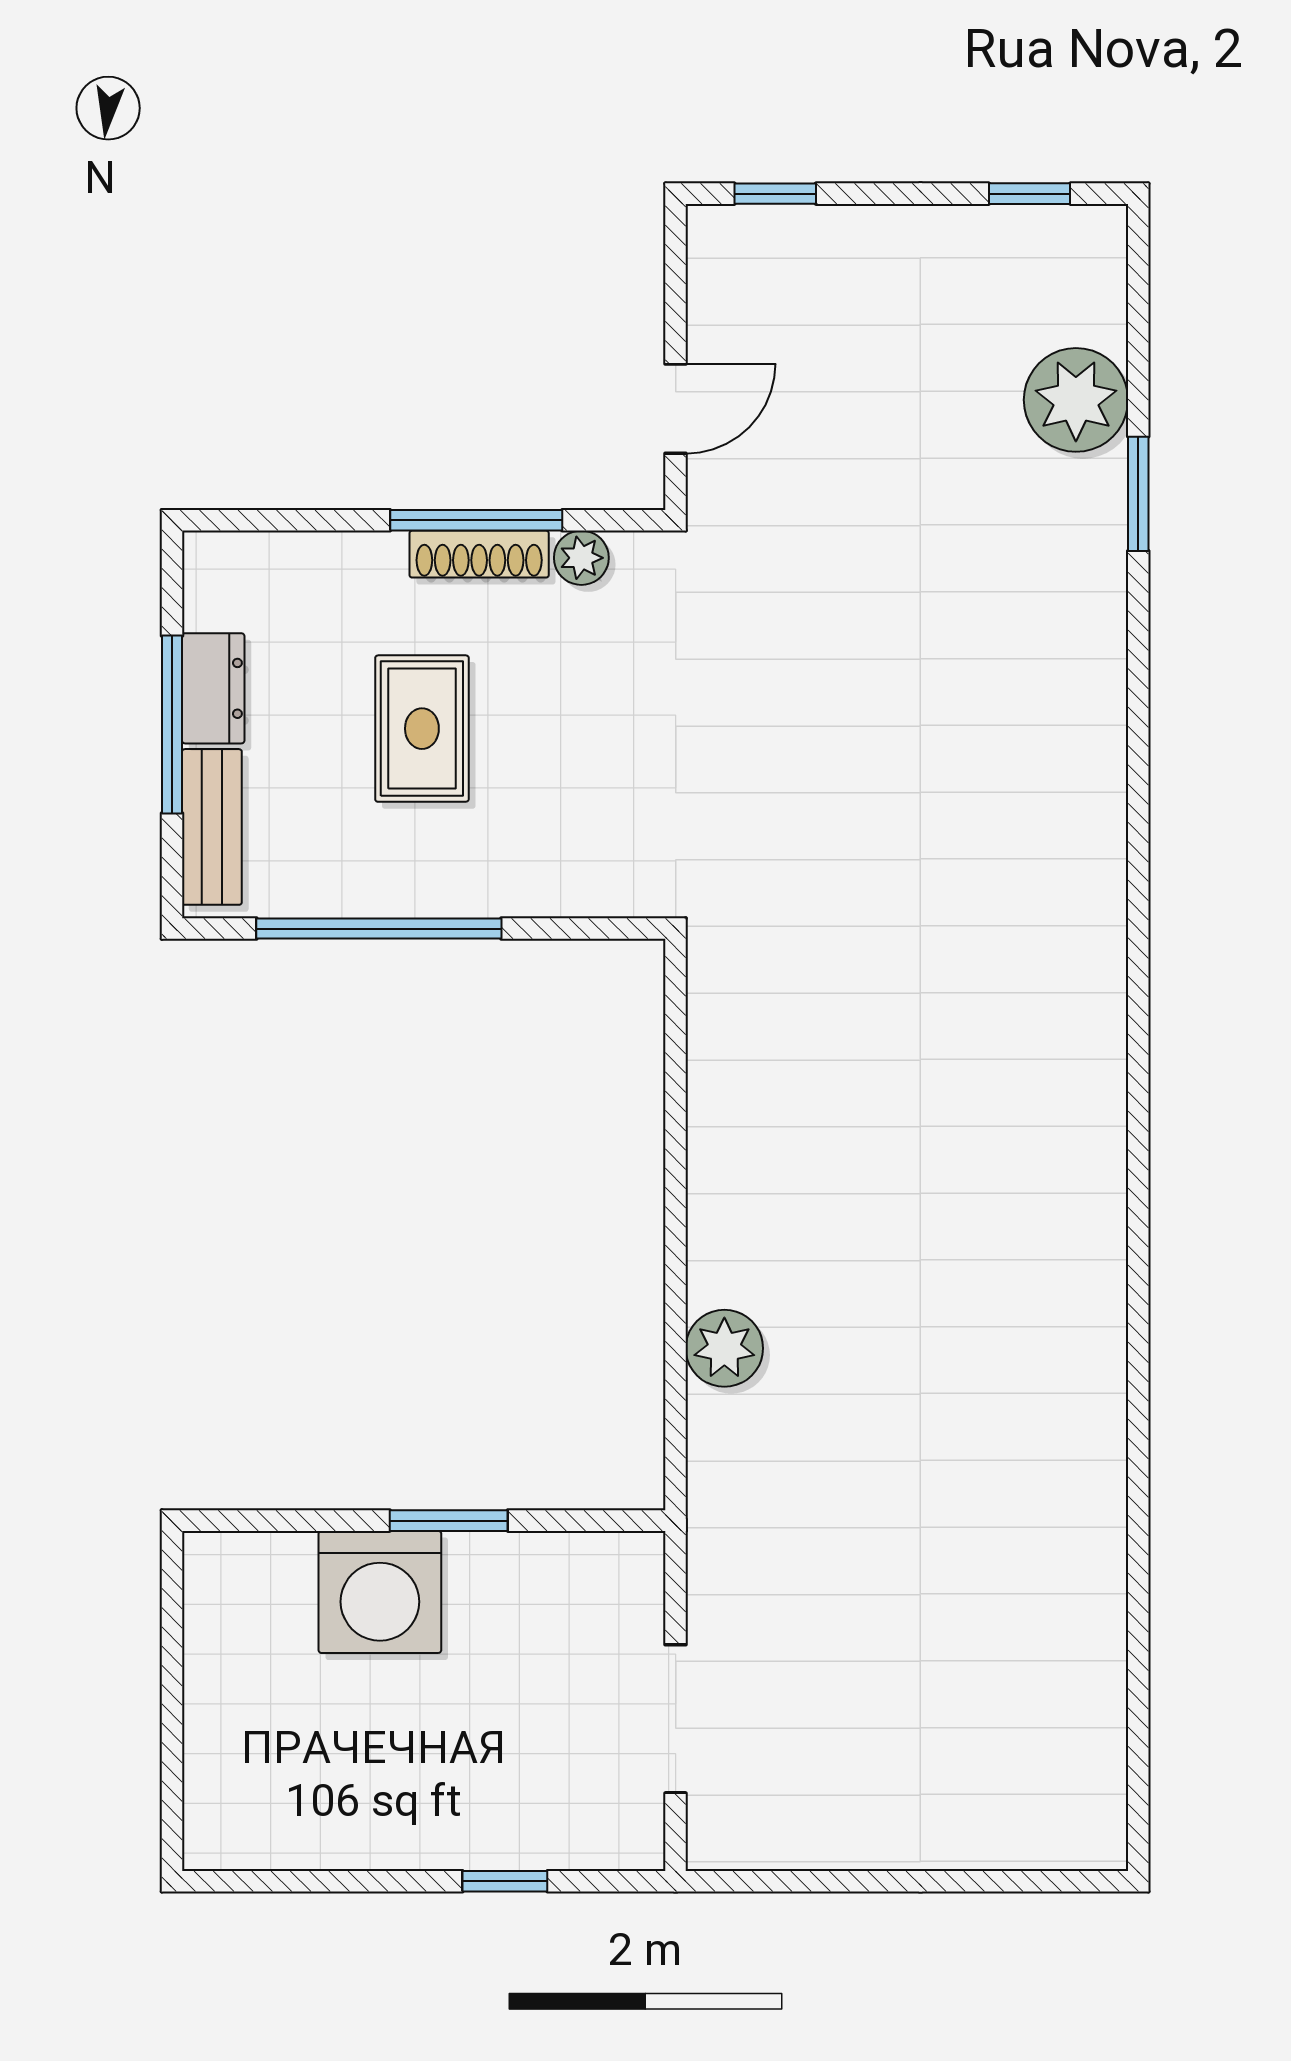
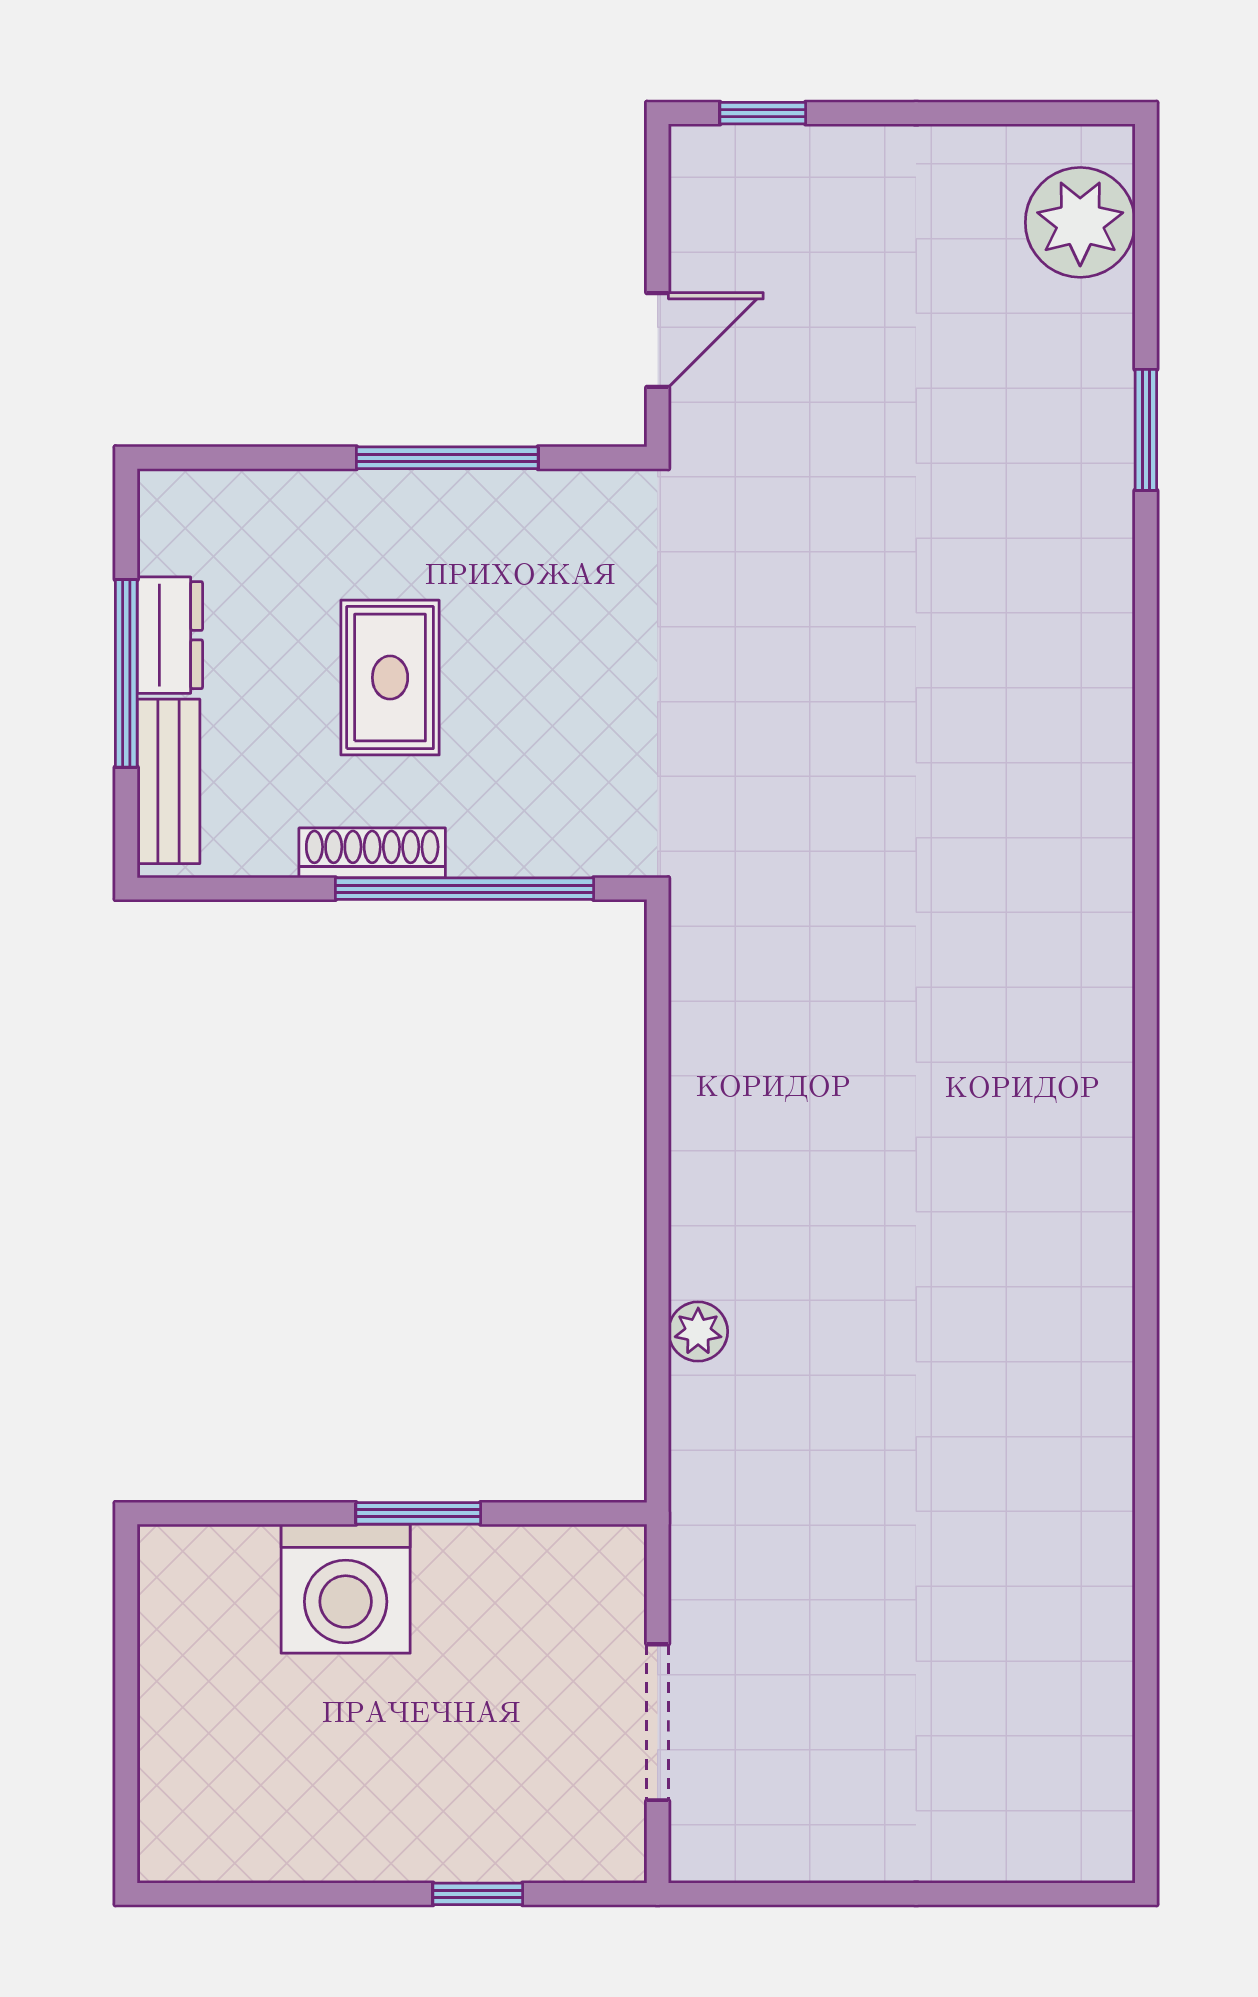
window: (1030, 194) -> (1031, 113), removed
plant: (1076, 400) -> (1080, 222), moved
shoe rack: (479, 554) -> (372, 853), moved, turned 180
plant: (581, 558) -> (558, 497), removed
window: (379, 929) -> (465, 889), moved
plant: (724, 1348) -> (698, 1331), width x0.73, depth x0.73

